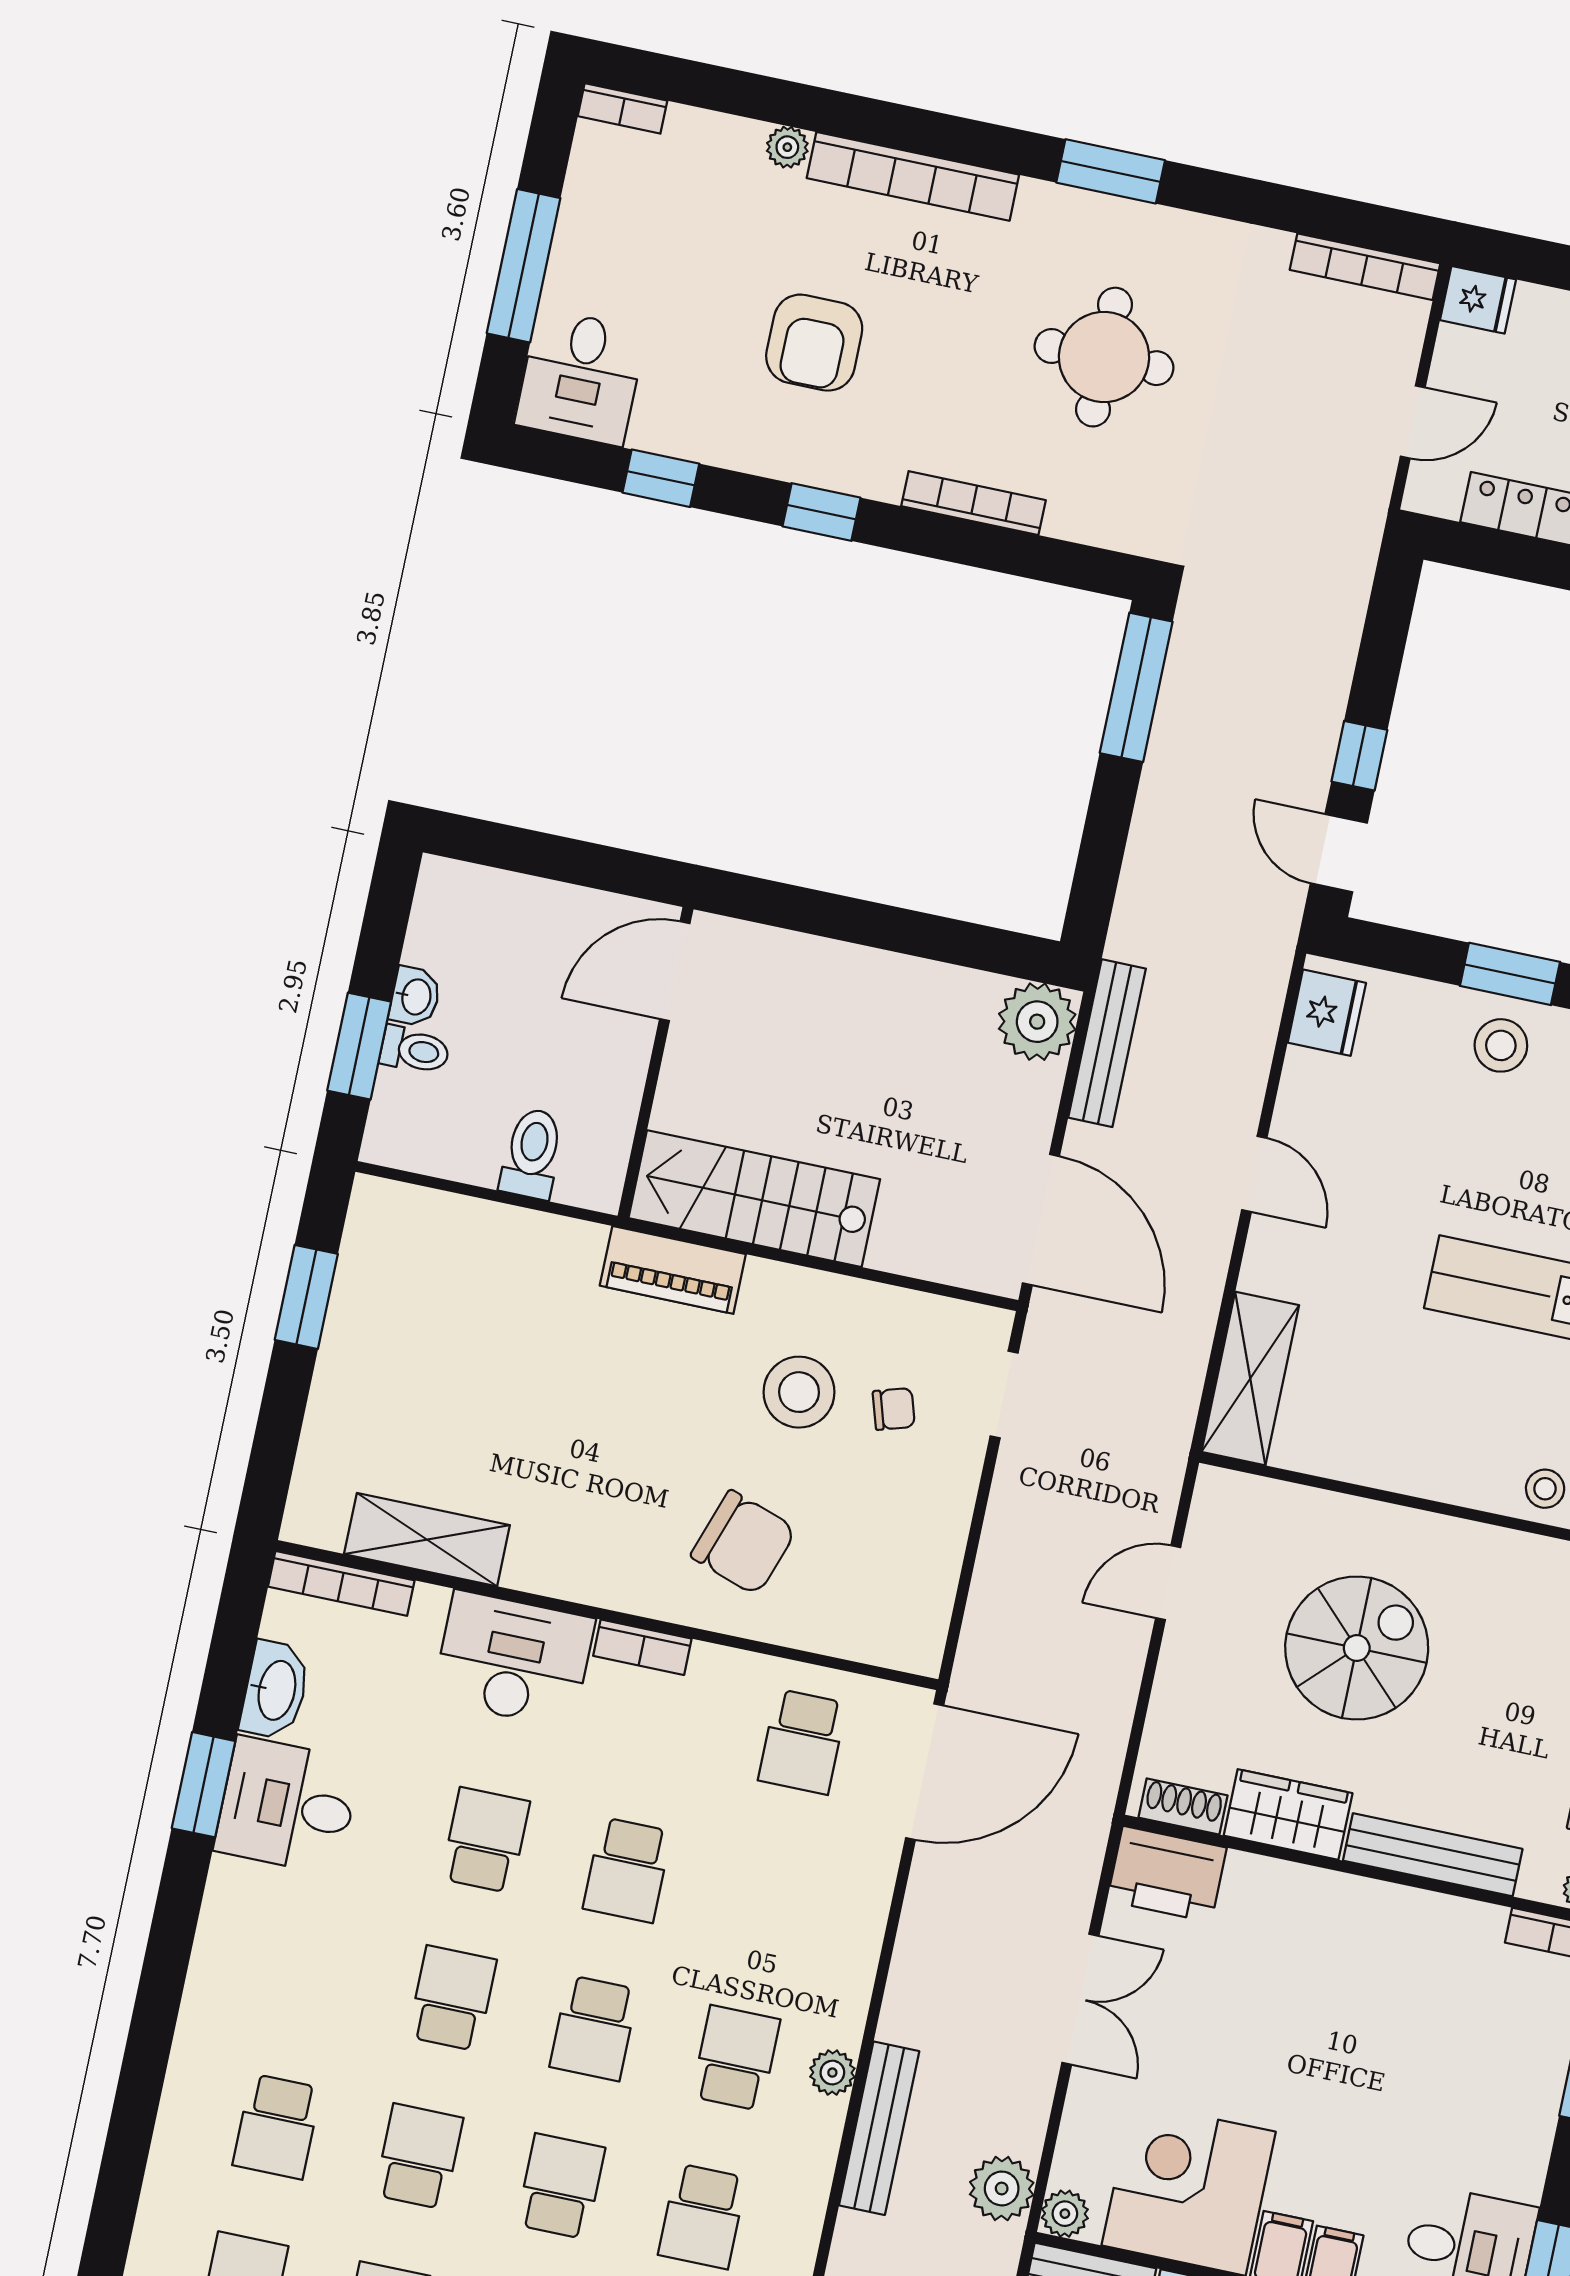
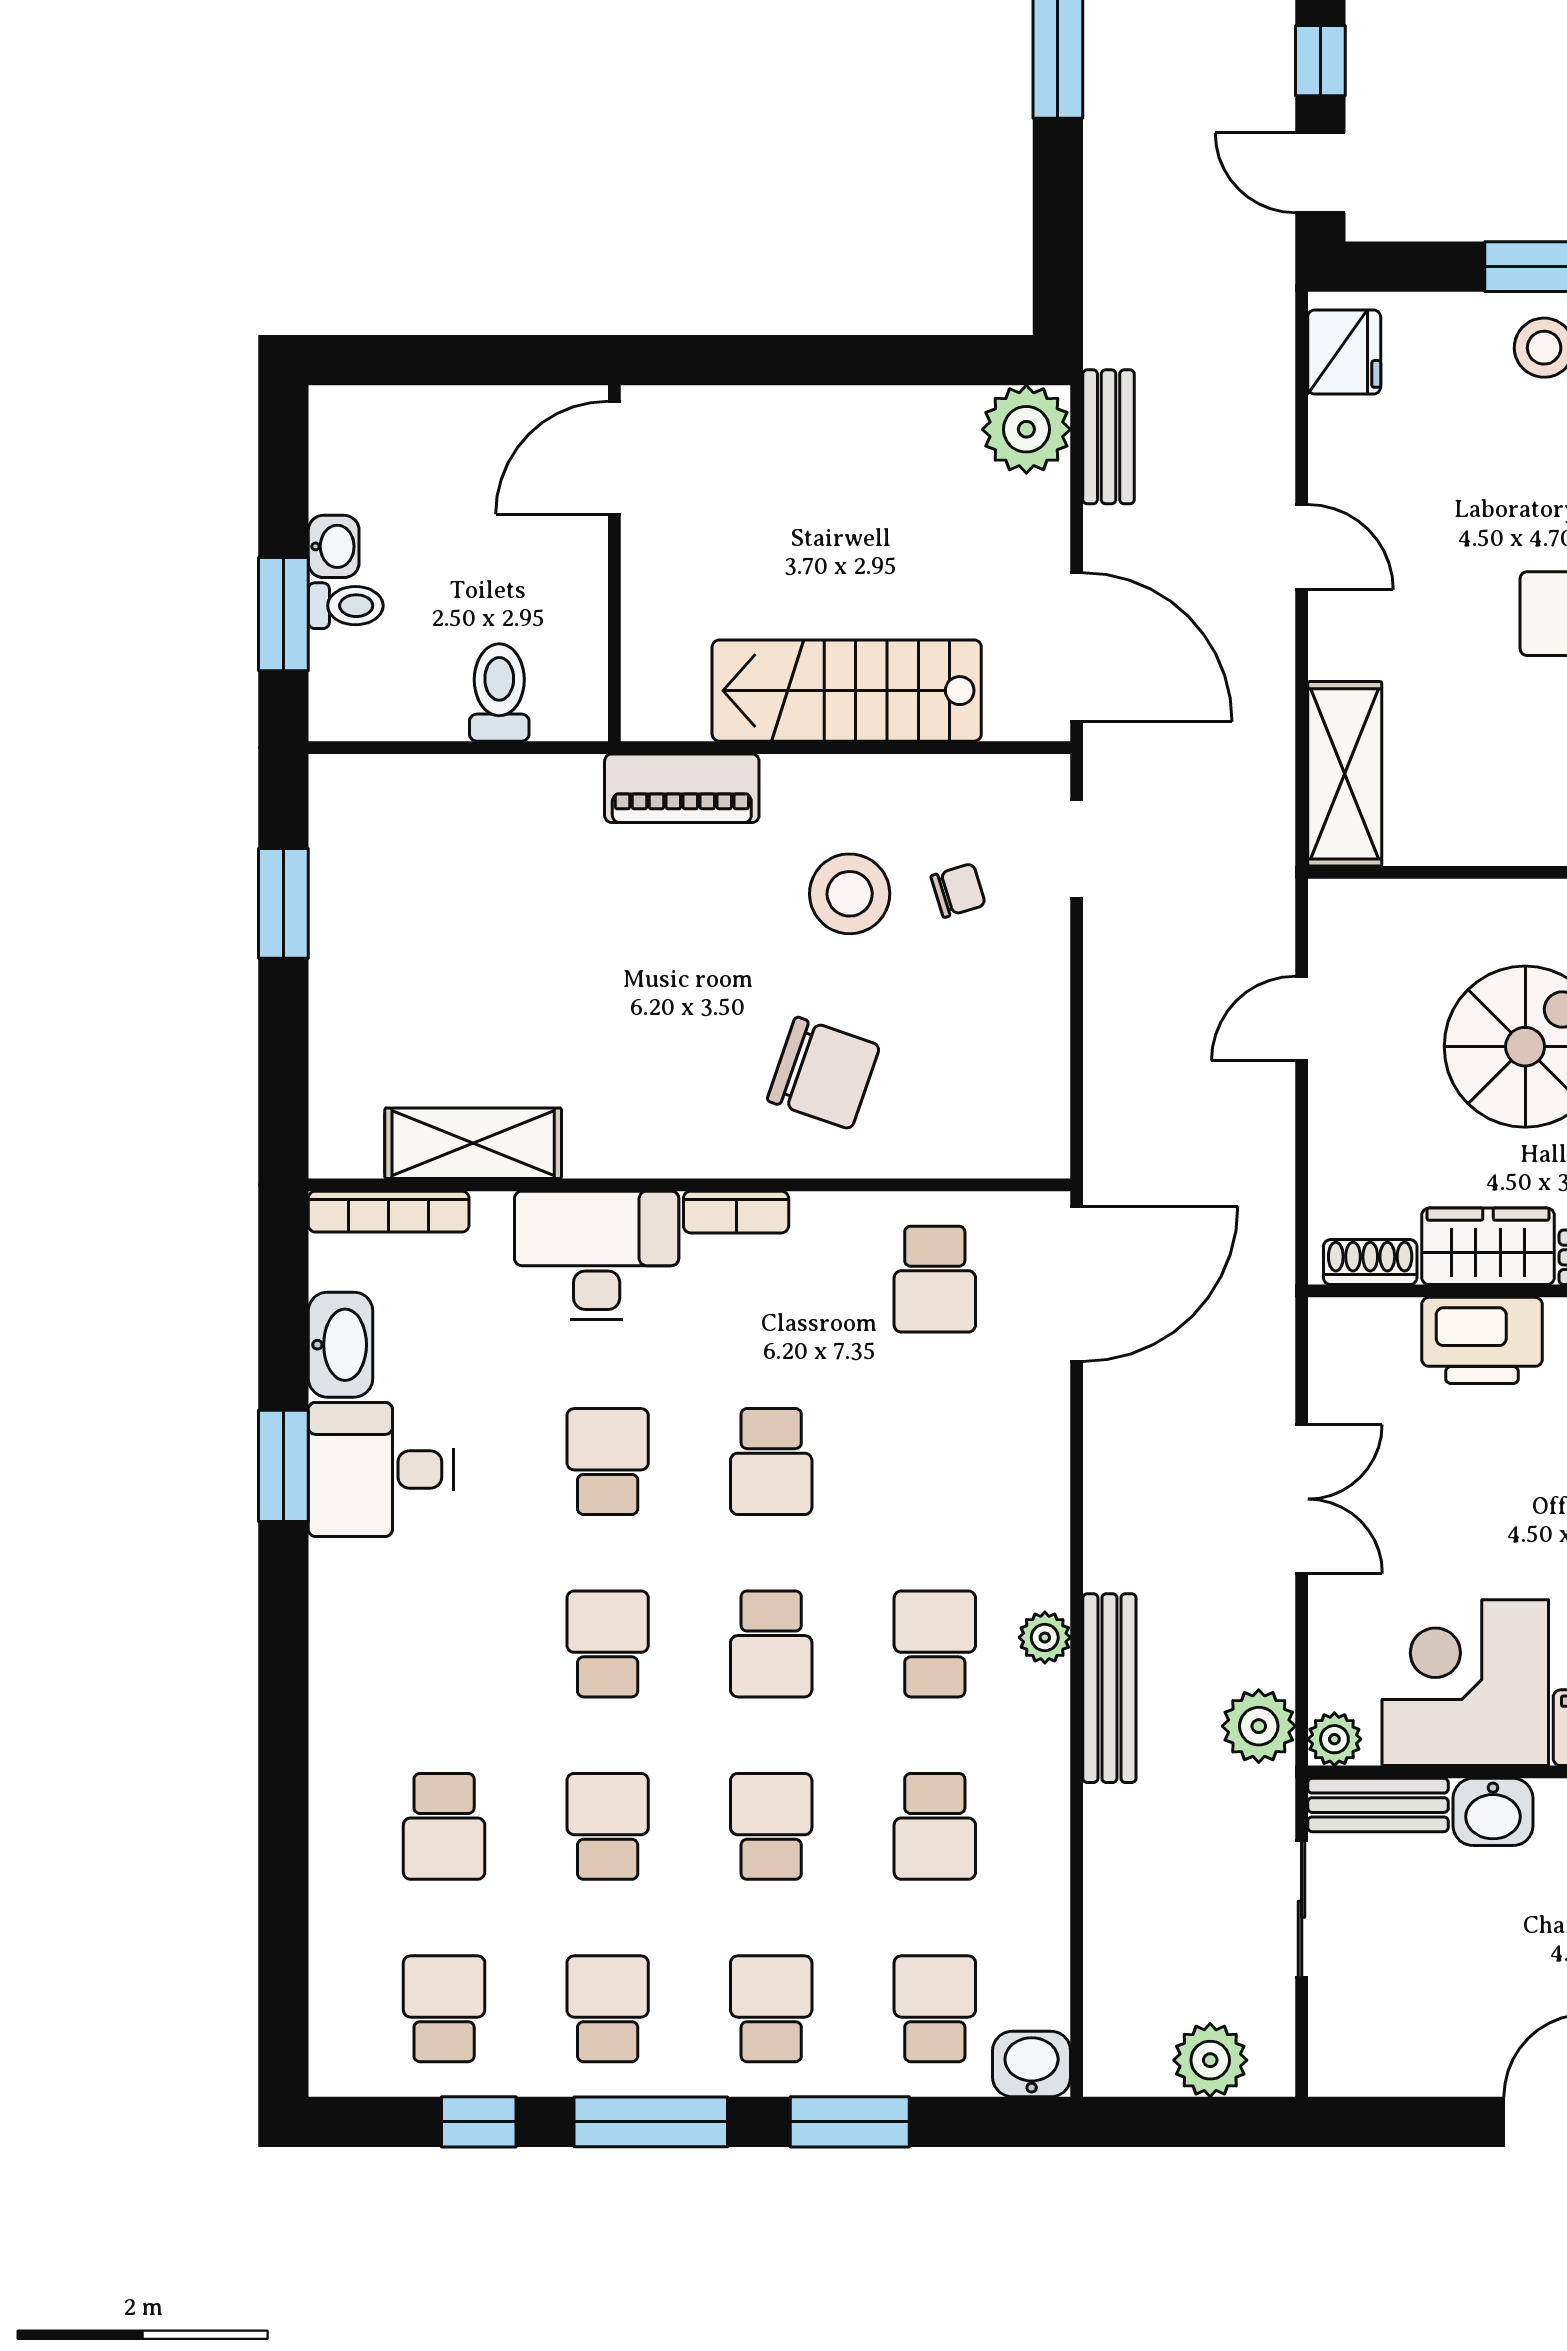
bench: (1107, 1043) -> (1109, 437), width x0.73
stairs: (754, 1199) -> (847, 691), moved
printer: (1167, 1874) -> (1482, 1340), moved

